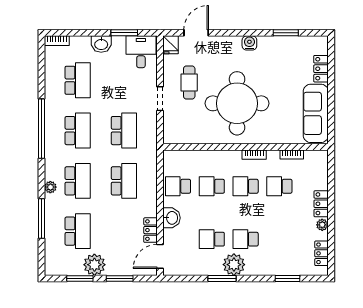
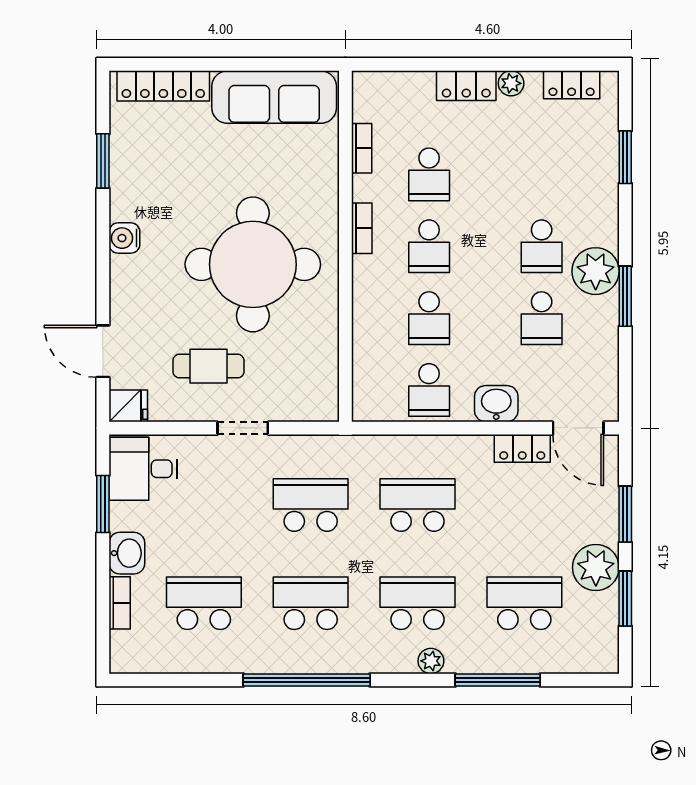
bookcase: (57, 41) -> (120, 603), moved
locker: (321, 69) -> (163, 86), width x1.53

